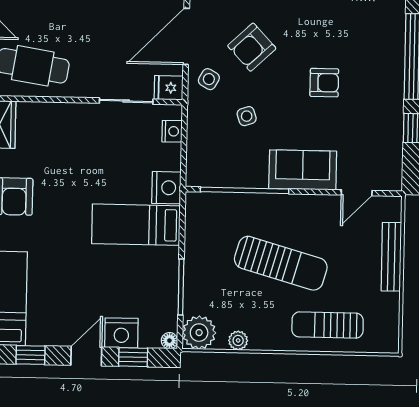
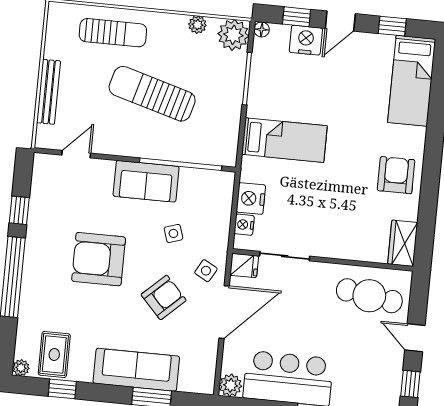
armchair: (324, 83) -> (99, 259), width x1.88, depth x1.88
sofa: (303, 170) -> (146, 181), moved
nightstand: (166, 188) -> (251, 198), moved

